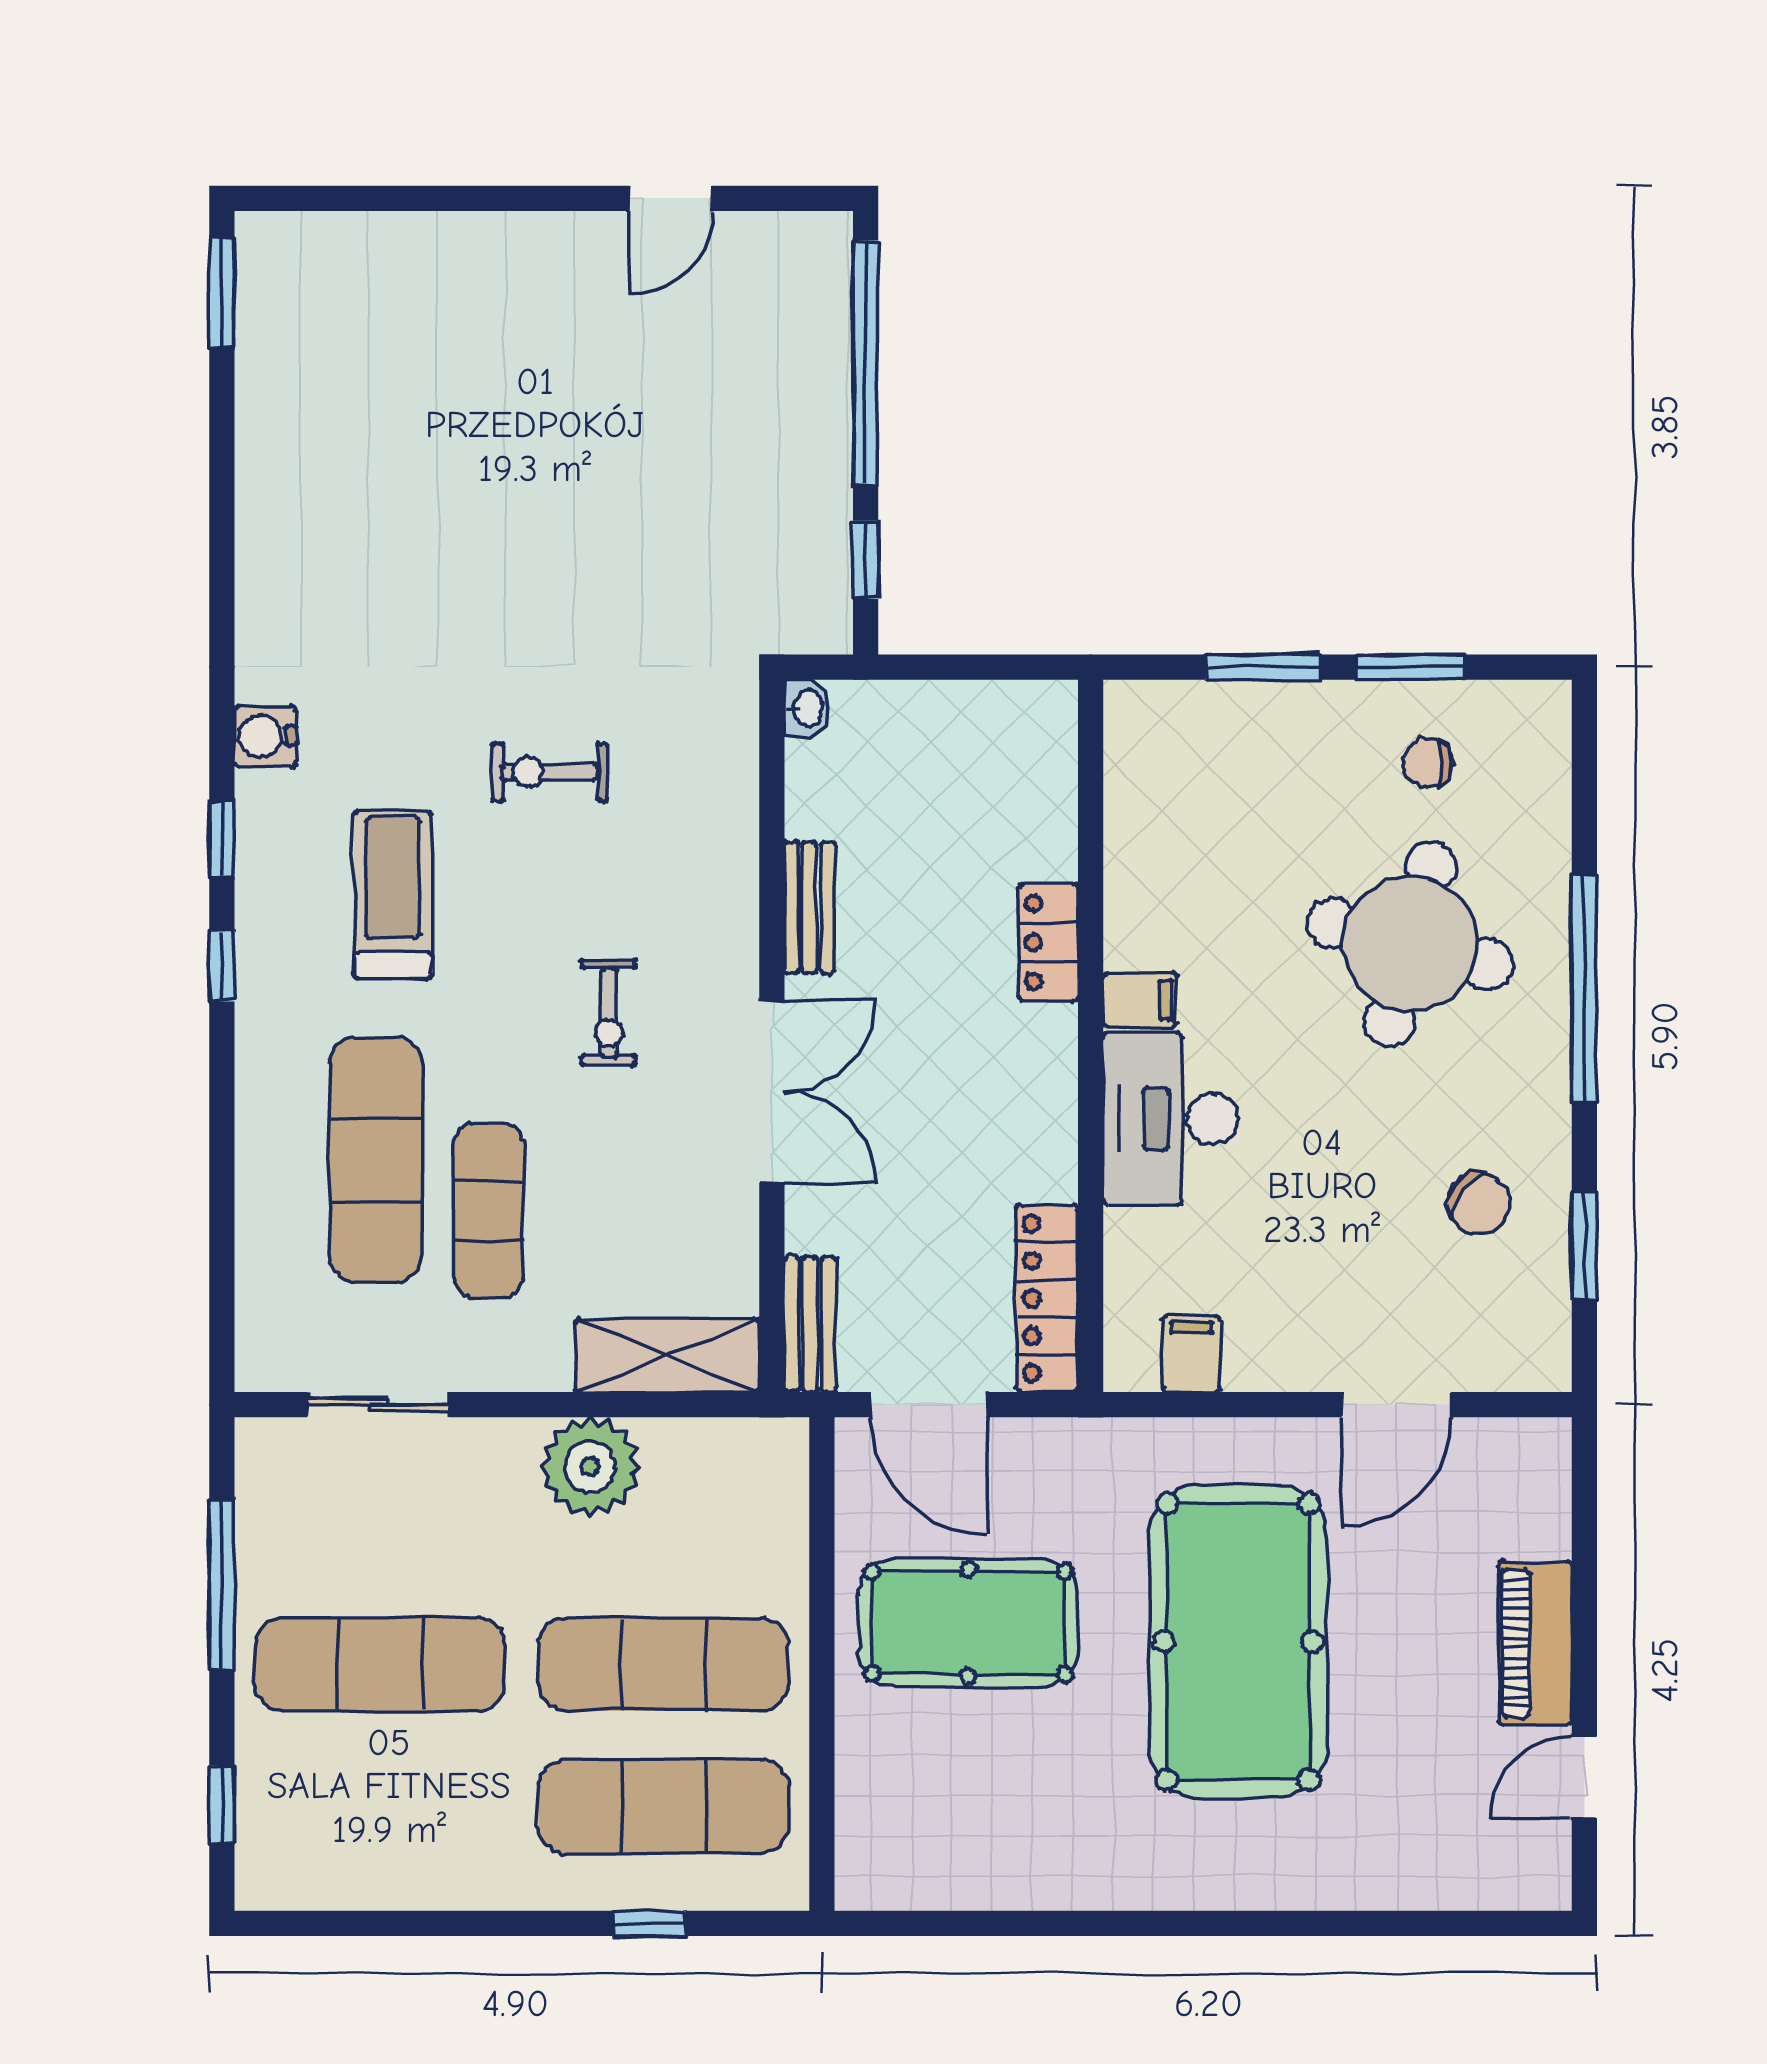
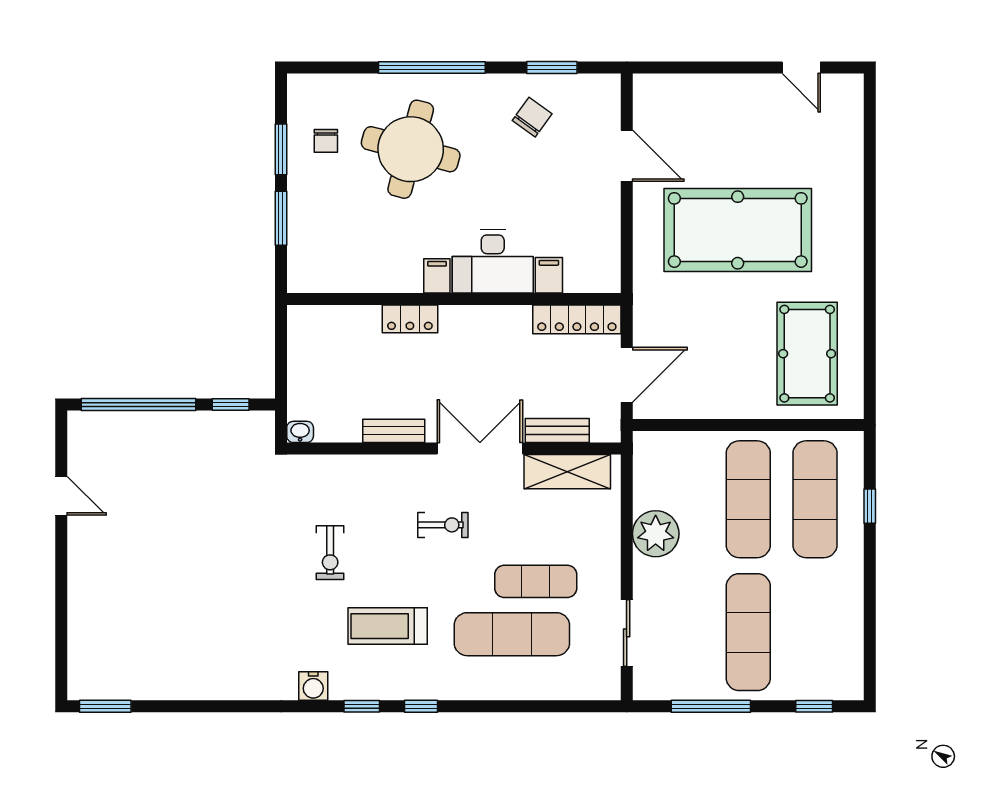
bench: (810, 1324) -> (557, 430), moved
filing cabinet: (1191, 1354) -> (549, 275), moved, turned 90
shelving: (667, 1355) -> (567, 472), moved, turned 90
pool table: (968, 1623) -> (807, 354), moved
piano: (1535, 1643) -> (739, 91), removed

